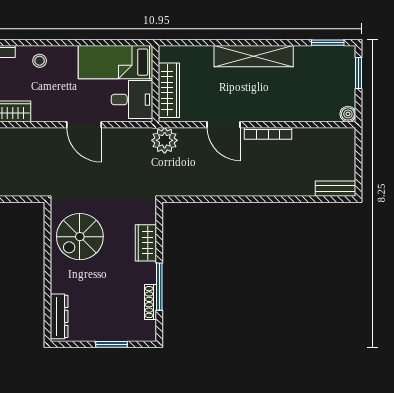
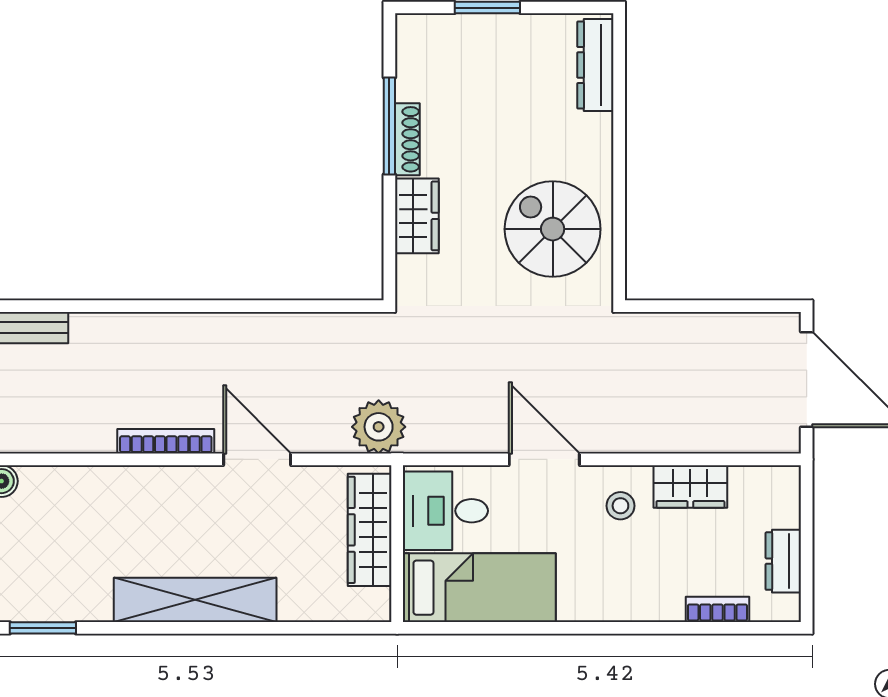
stool: (40, 61) -> (620, 506), moved
spiral stairs: (80, 237) -> (553, 229), turned -90
shoe rack: (150, 302) -> (407, 139), moved

